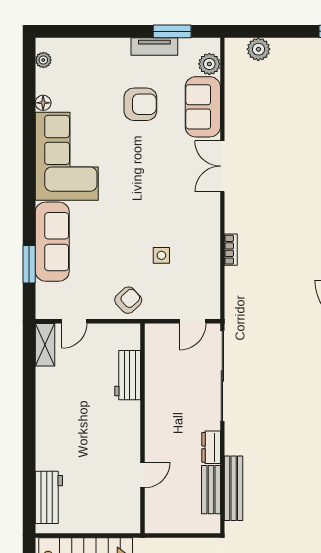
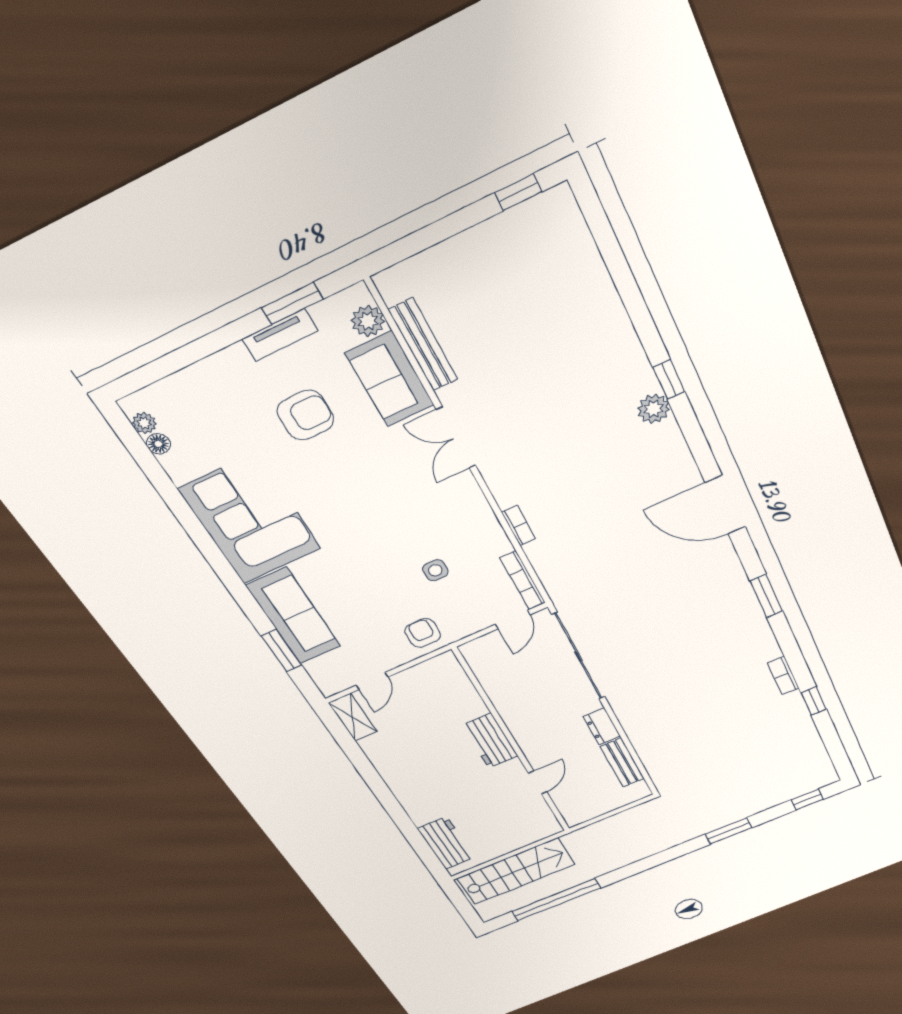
plant: (258, 49) -> (425, 269), removed
floor lamp: (43, 103) -> (158, 444), moved
bookcase: (214, 293) -> (523, 581), added
armchair: (128, 300) -> (423, 633), turned -47
workbench: (128, 375) -> (490, 741), moved
bench: (234, 488) -> (423, 345), moved

